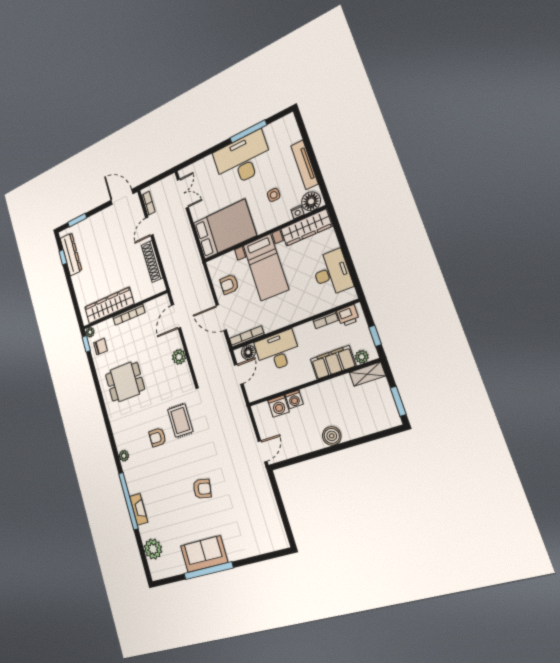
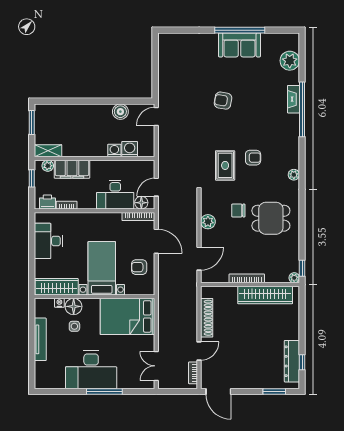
window: (248, 131) -> (104, 392), moved
floor lamp: (311, 201) -> (74, 306), moved
armchair: (229, 284) -> (139, 267), turned 180
chair: (100, 347) -> (238, 210), moved
boiler: (332, 436) -> (120, 112), moved
plant: (124, 456) -> (294, 175), moved

